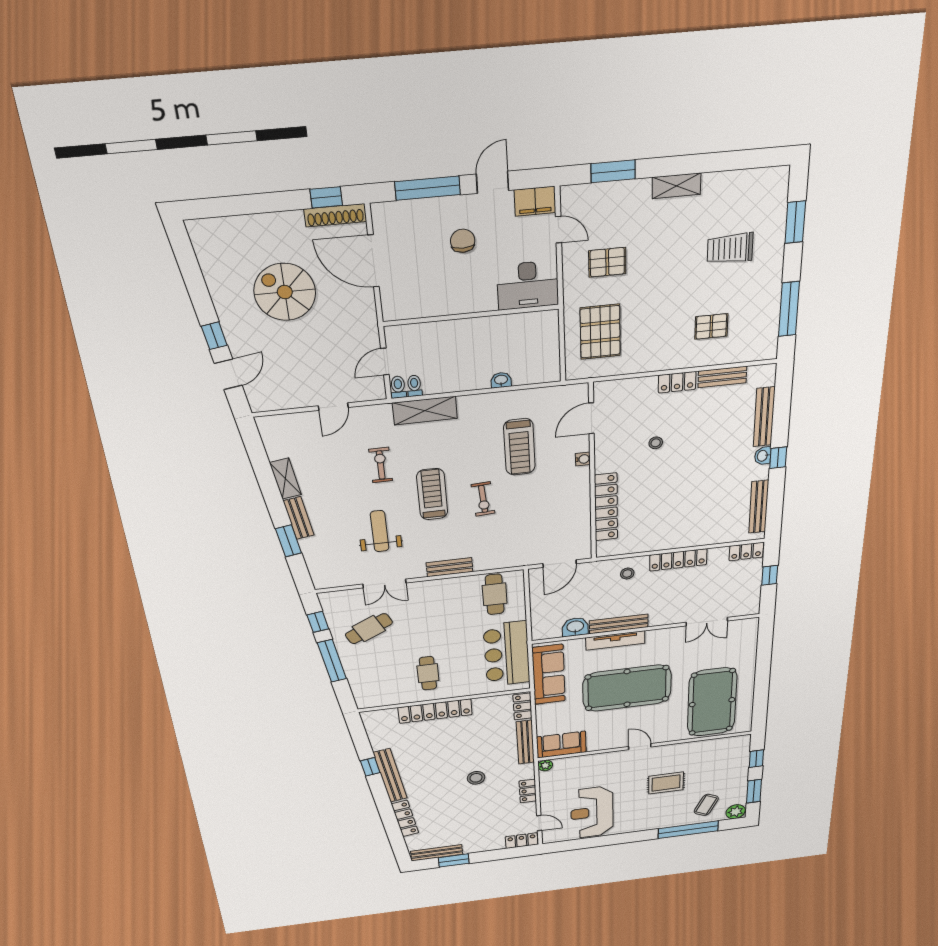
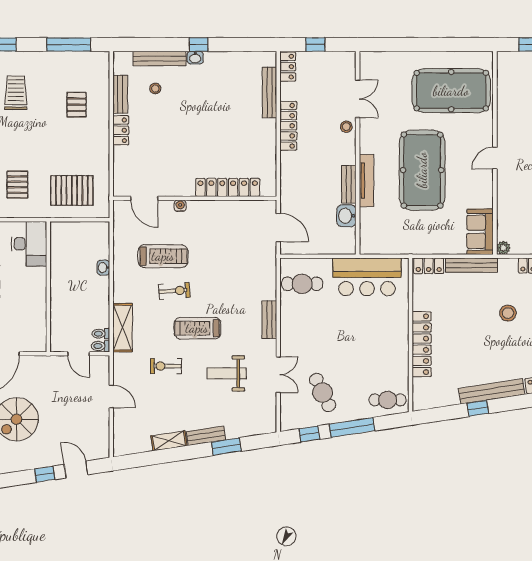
trolley: (730, 248) -> (16, 93), turned 180
stool: (656, 443) -> (155, 88), moved
exercise bike: (483, 499) -> (174, 291), moved
bench: (759, 507) -> (269, 93), moved, turned 90
stool: (627, 574) -> (346, 127), moved
bench: (619, 624) -> (349, 184), width x0.73
cafe table: (428, 673) -> (388, 400), moved
sofa: (549, 675) -> (396, 241), removed

